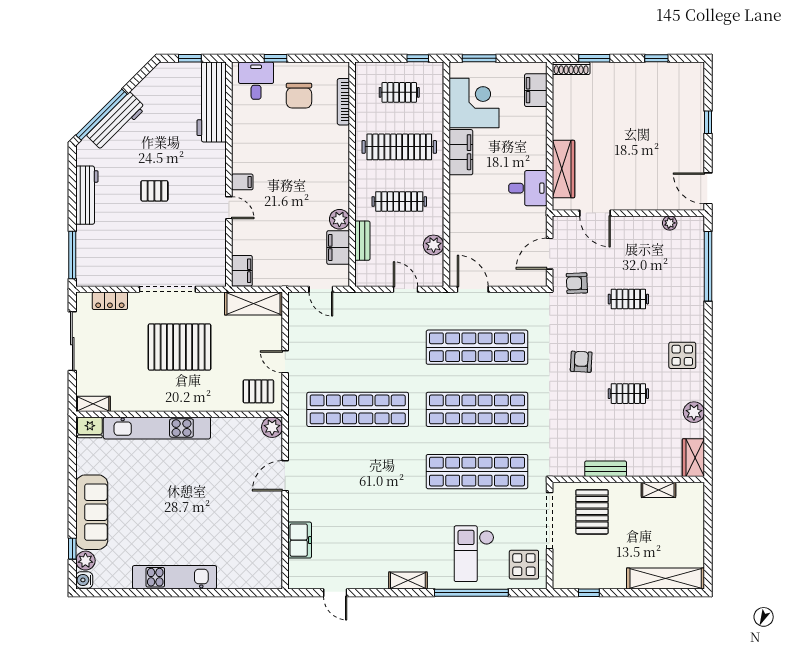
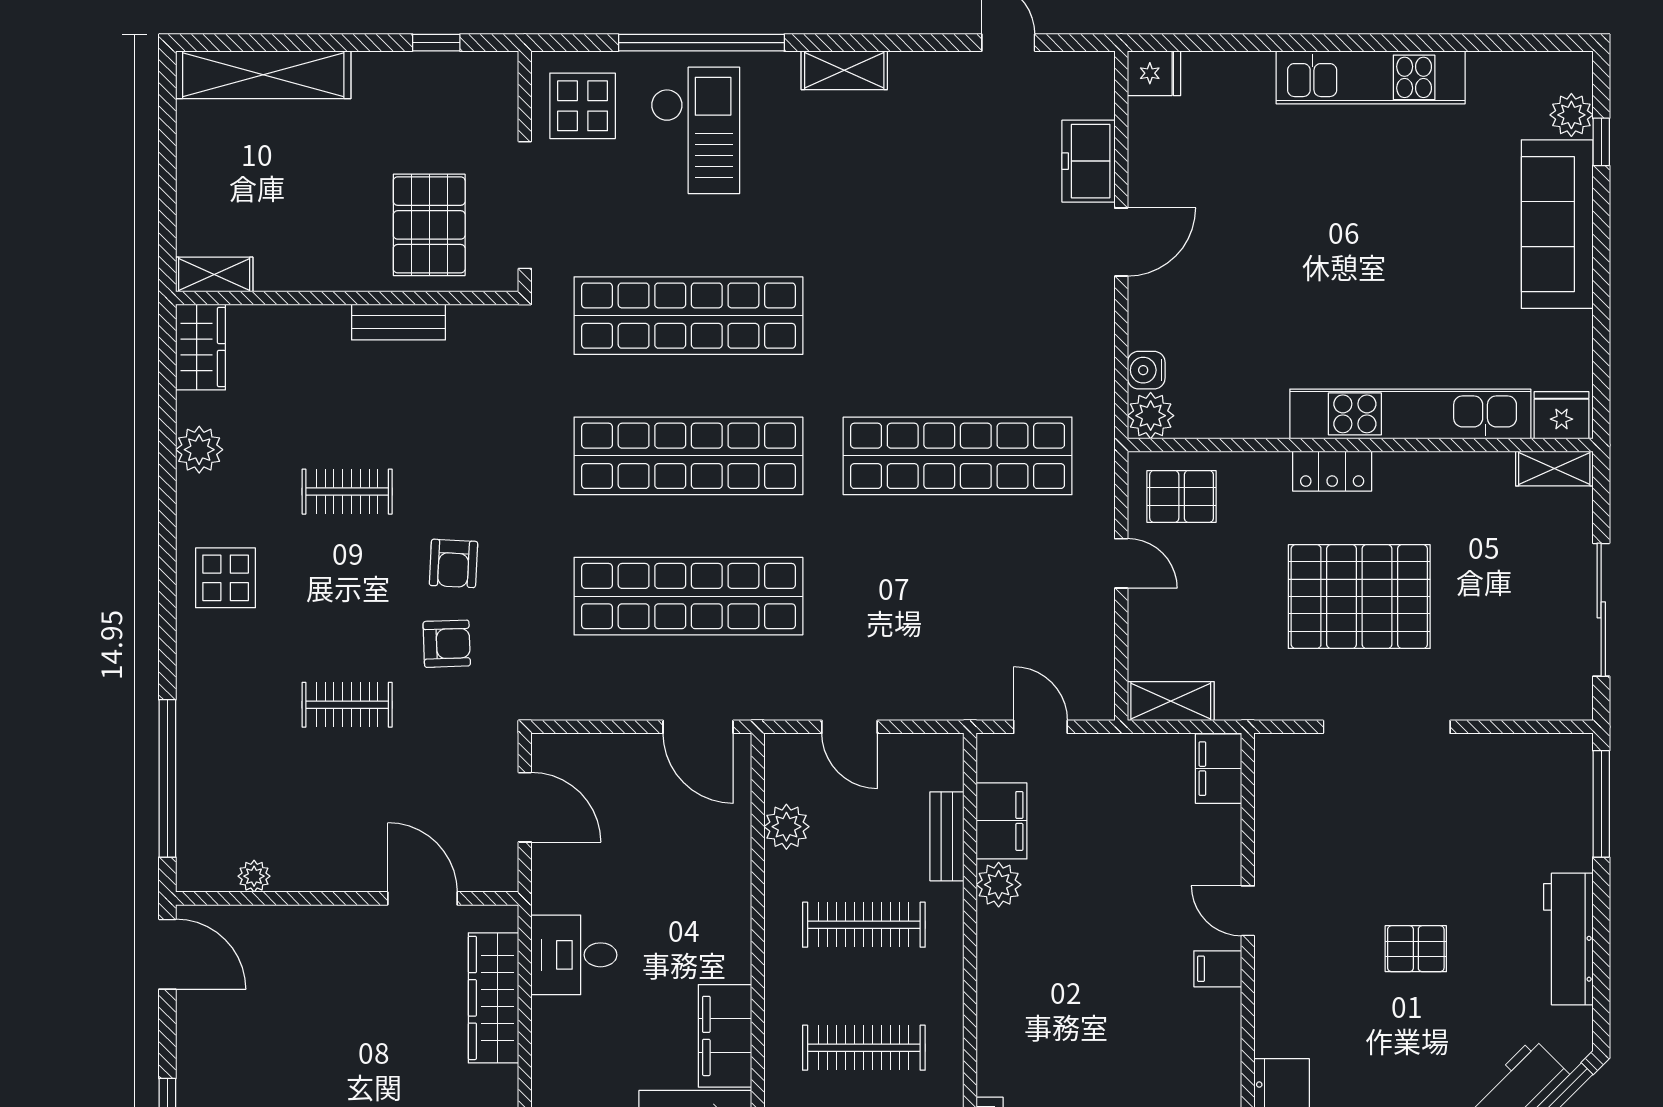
clothes rail: (399, 147) -> (864, 1048), width x0.73, depth x0.76
door: (550, 254) -> (525, 807), hinge flipped
armchair: (577, 283) -> (447, 644), moved
locker: (110, 301) -> (1332, 471), moved, turned 180
shelving: (254, 303) -> (1171, 701), width x0.67, depth x0.75
door: (285, 476) -> (1121, 242), moved
shelving: (658, 490) -> (214, 274), moved
fridge: (271, 579) -> (1154, 73), added
water cooler: (84, 580) -> (1146, 370), moved, turned 180

